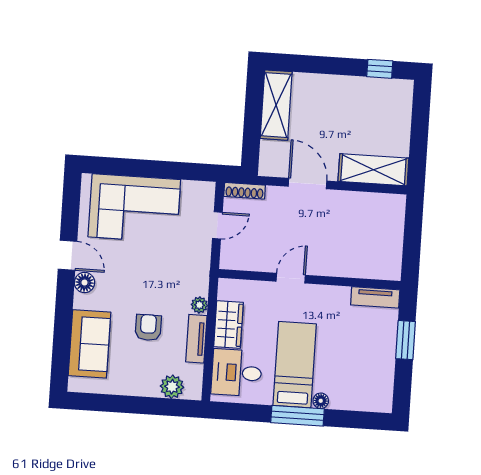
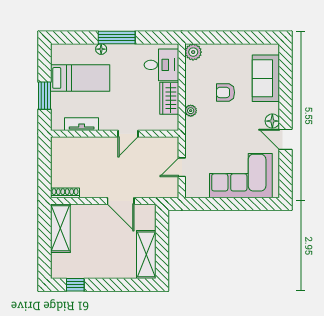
shelving: (373, 170) -> (60, 228), moved, turned 90
shoe rack: (245, 191) -> (65, 193), moved
tv unit: (375, 297) -> (82, 124), moved
armchair: (148, 327) -> (226, 92), turned 90
tv unit: (196, 339) -> (191, 87), removed
bed: (295, 365) -> (80, 78), moved, turned -90
plant: (172, 387) -> (193, 52), moved

